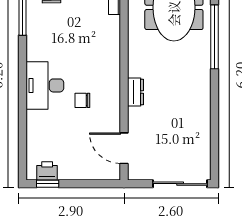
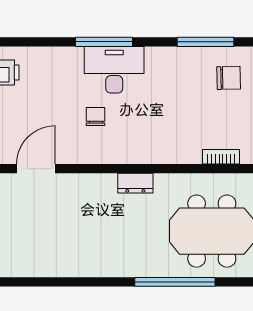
dresser: (136, 92) -> (135, 183), moved
window: (23, 94) -> (104, 42), added

